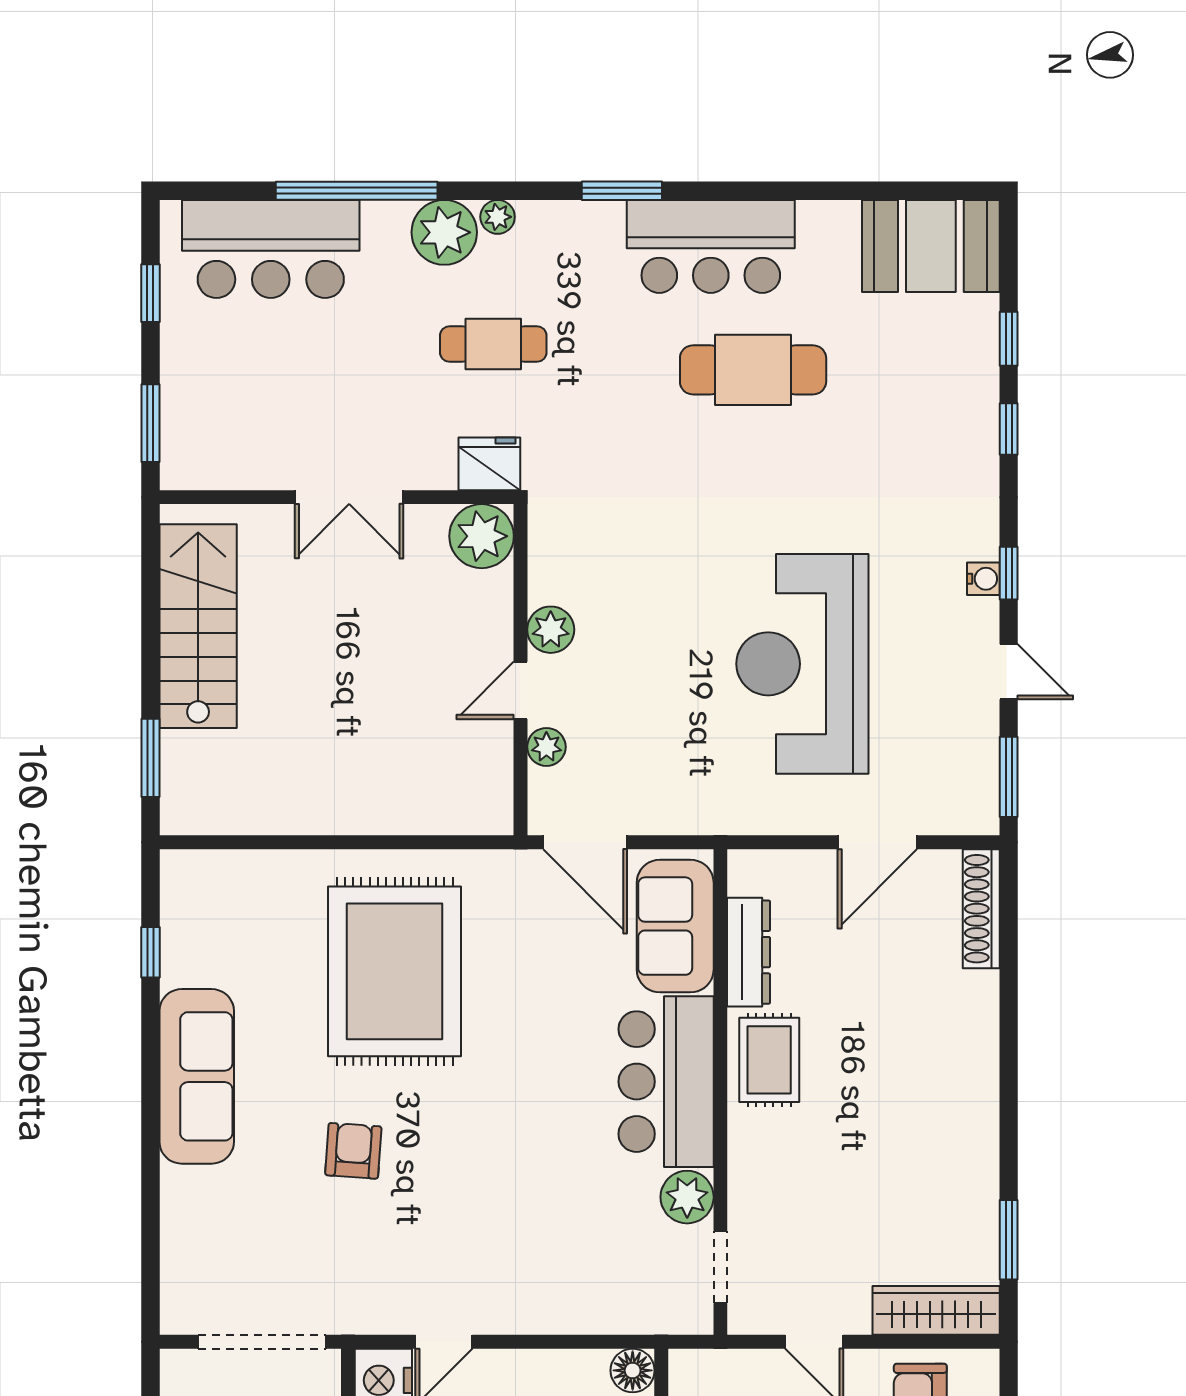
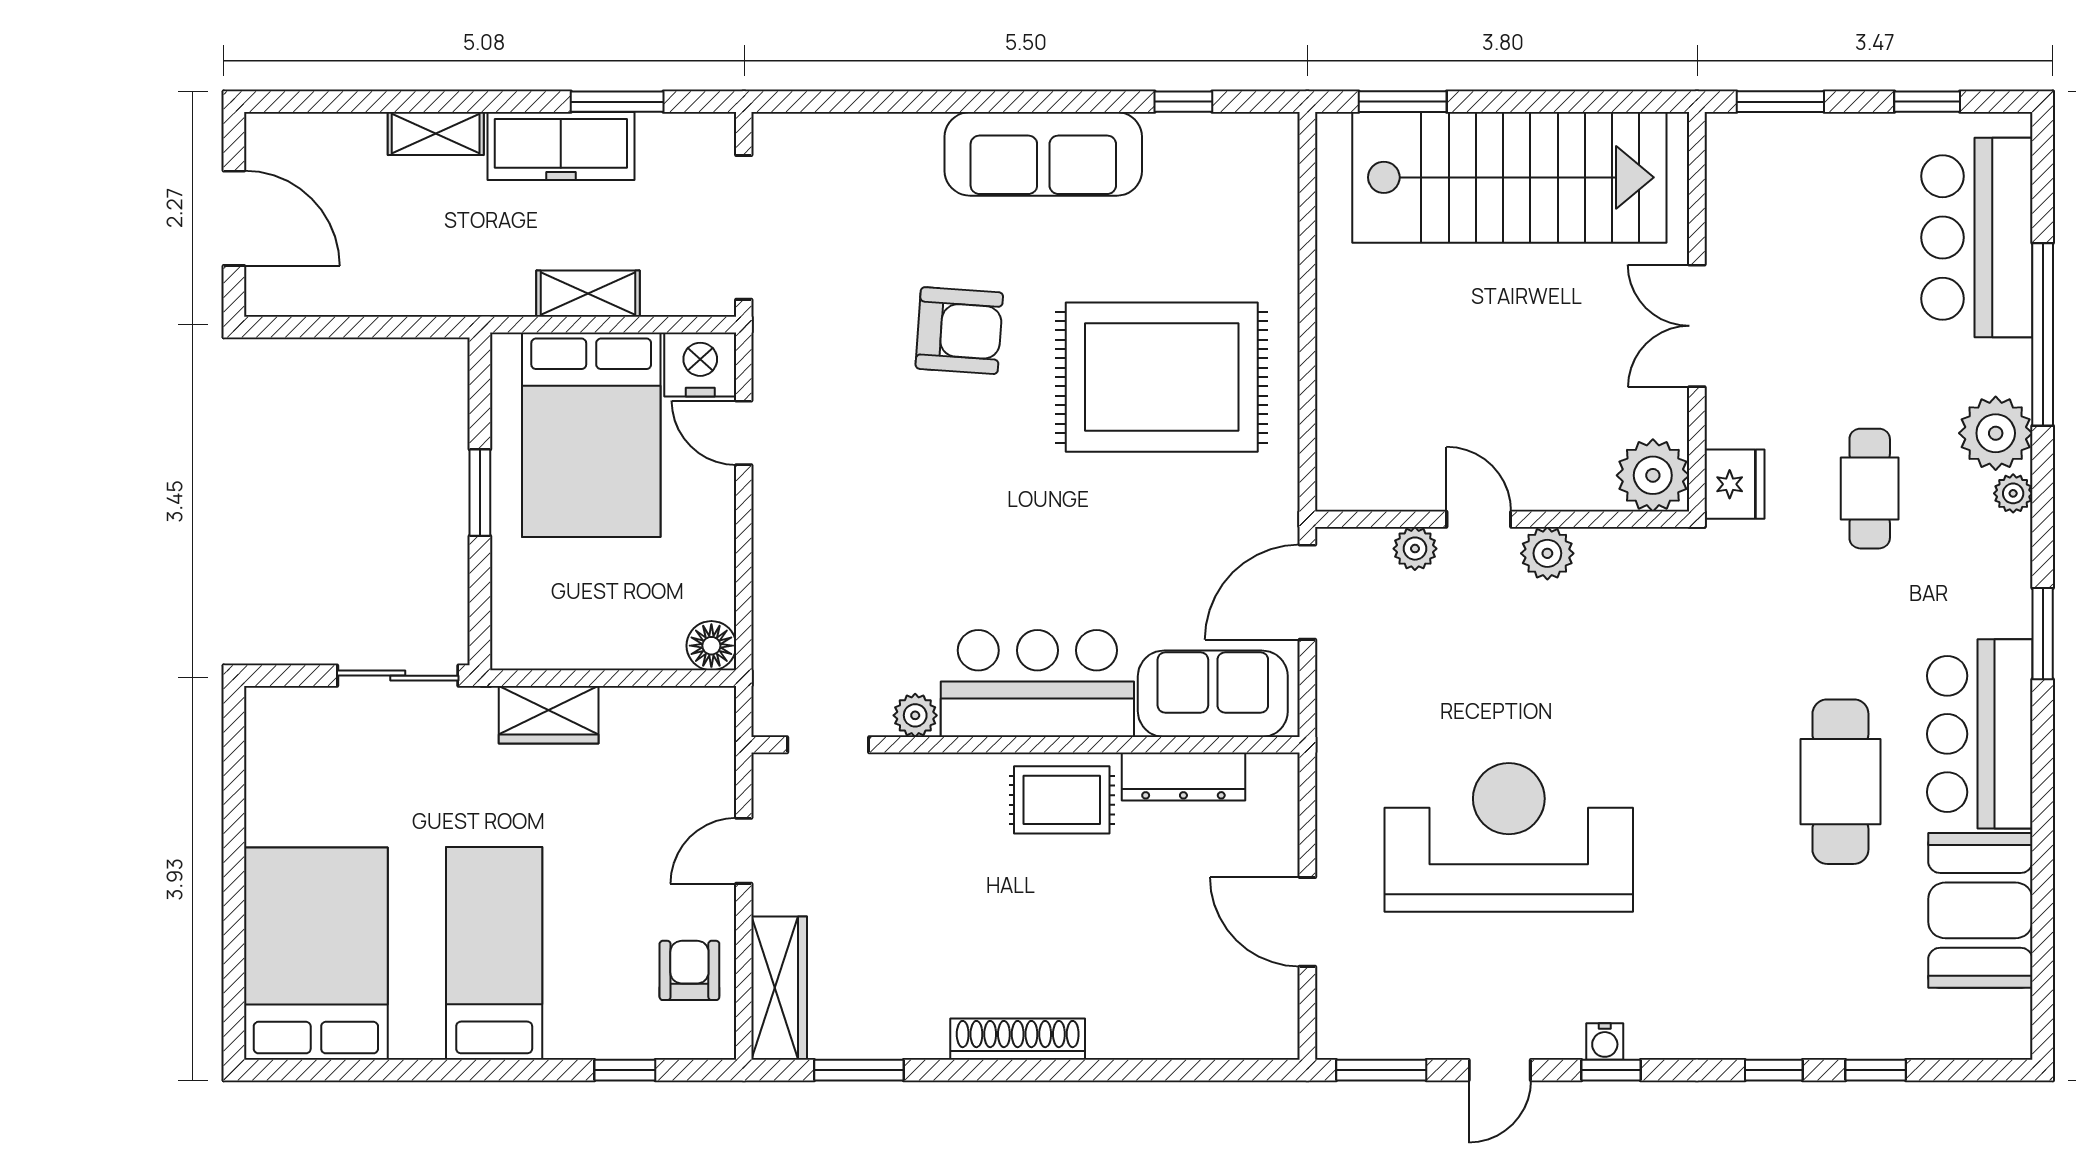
booth: (931, 246) -> (1980, 910), moved
stairs: (198, 626) -> (1509, 177), width x1.36, depth x1.51
shoe rack: (981, 909) -> (1018, 1039), moved
armchair: (353, 1151) -> (959, 331), width x1.38, depth x1.38
plant: (687, 1197) -> (915, 715), width x0.73, depth x0.73

